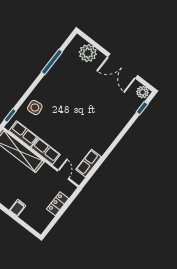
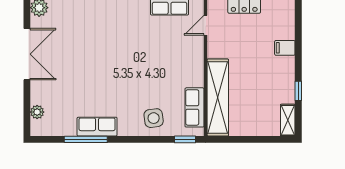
plant: (88, 53) -> (37, 112), width x0.53, depth x0.53
row of seats: (46, 151) -> (97, 127), moved, turned 90

